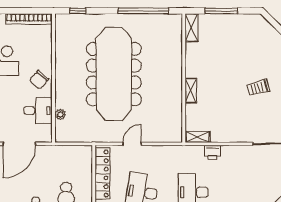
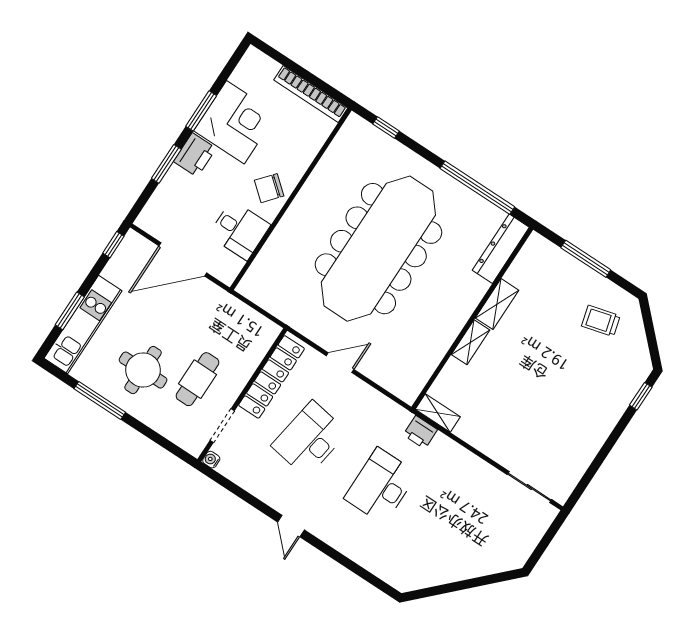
shelving: (191, 28) -> (497, 304), moved
dresser: (175, 34) -> (501, 249), added
trolley: (258, 88) -> (601, 321), moved
plant: (60, 114) -> (267, 256), removed
printer: (212, 152) -> (420, 432), moved

